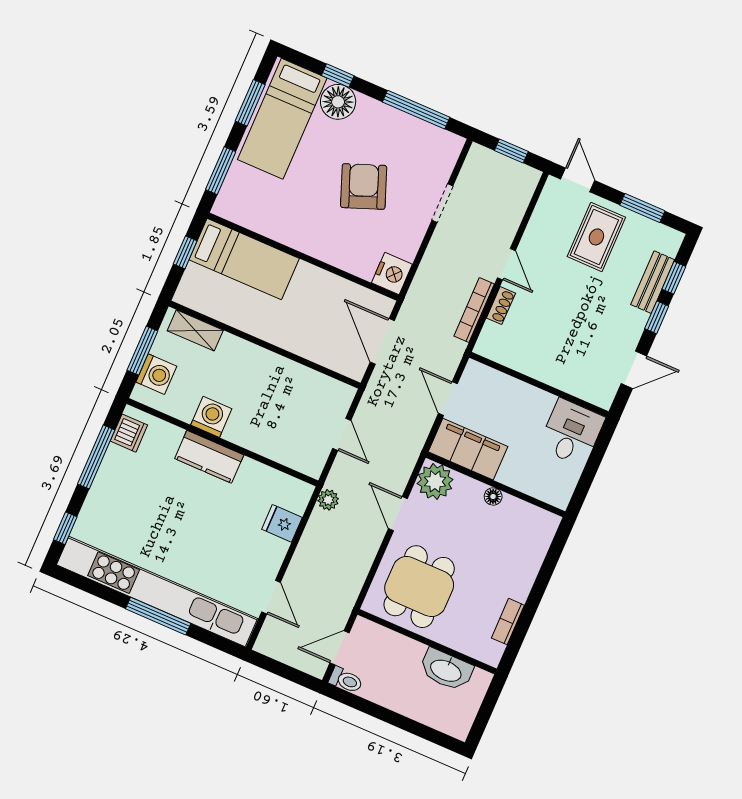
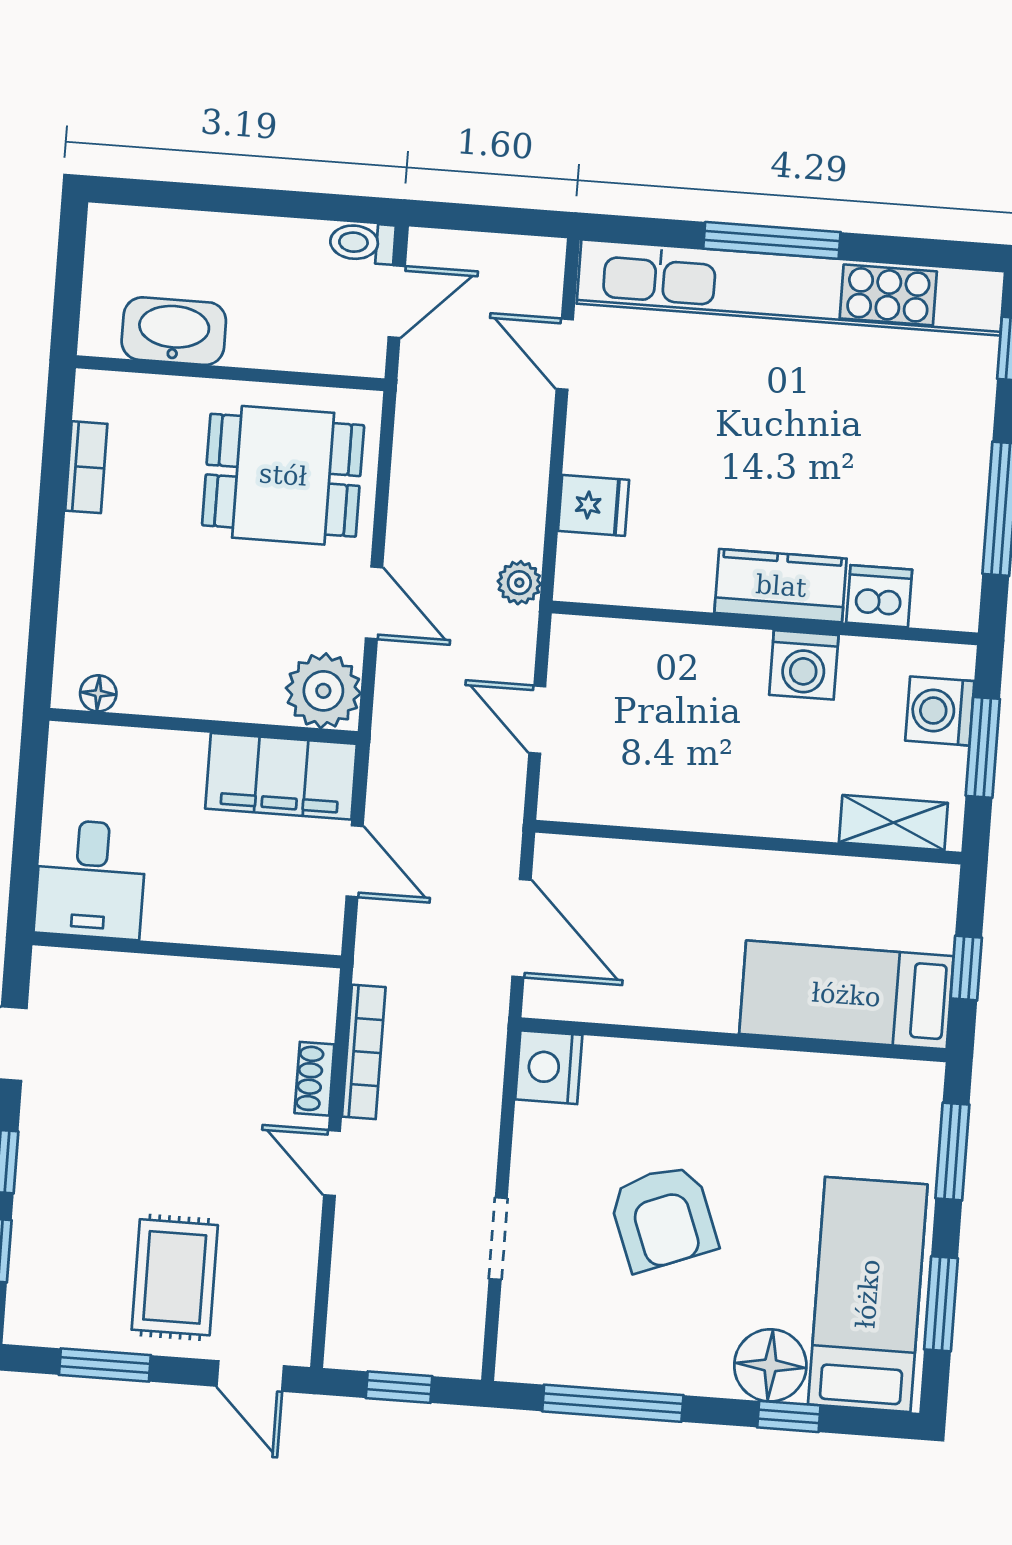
bench: (653, 282) -> (34, 1228), removed
dishwasher: (129, 433) -> (879, 596), moved, turned 90
floor lamp: (493, 496) -> (98, 693), moved
dining table: (419, 587) -> (283, 475), turned 90

